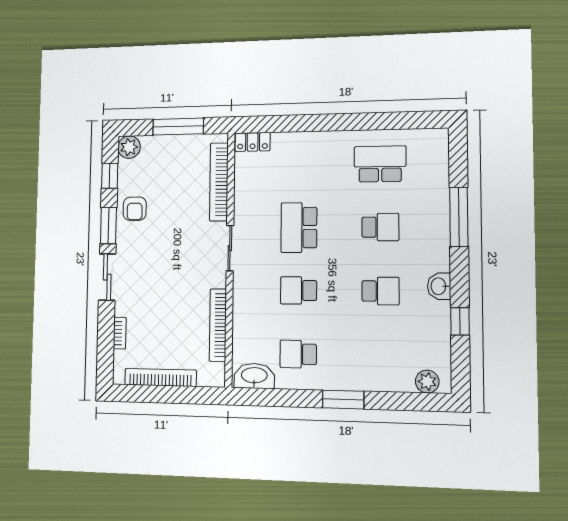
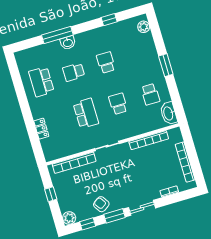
window: (178, 127) -> (51, 194), width x0.46
locker: (253, 142) -> (41, 129), moved
armchair: (135, 209) -> (101, 204), turned -124
school desk: (380, 227) -> (74, 72), turned -90
school desk: (299, 228) -> (86, 113), turned -90
washbasin: (439, 286) -> (68, 43), moved
school desk: (299, 290) -> (118, 104), turned 180

